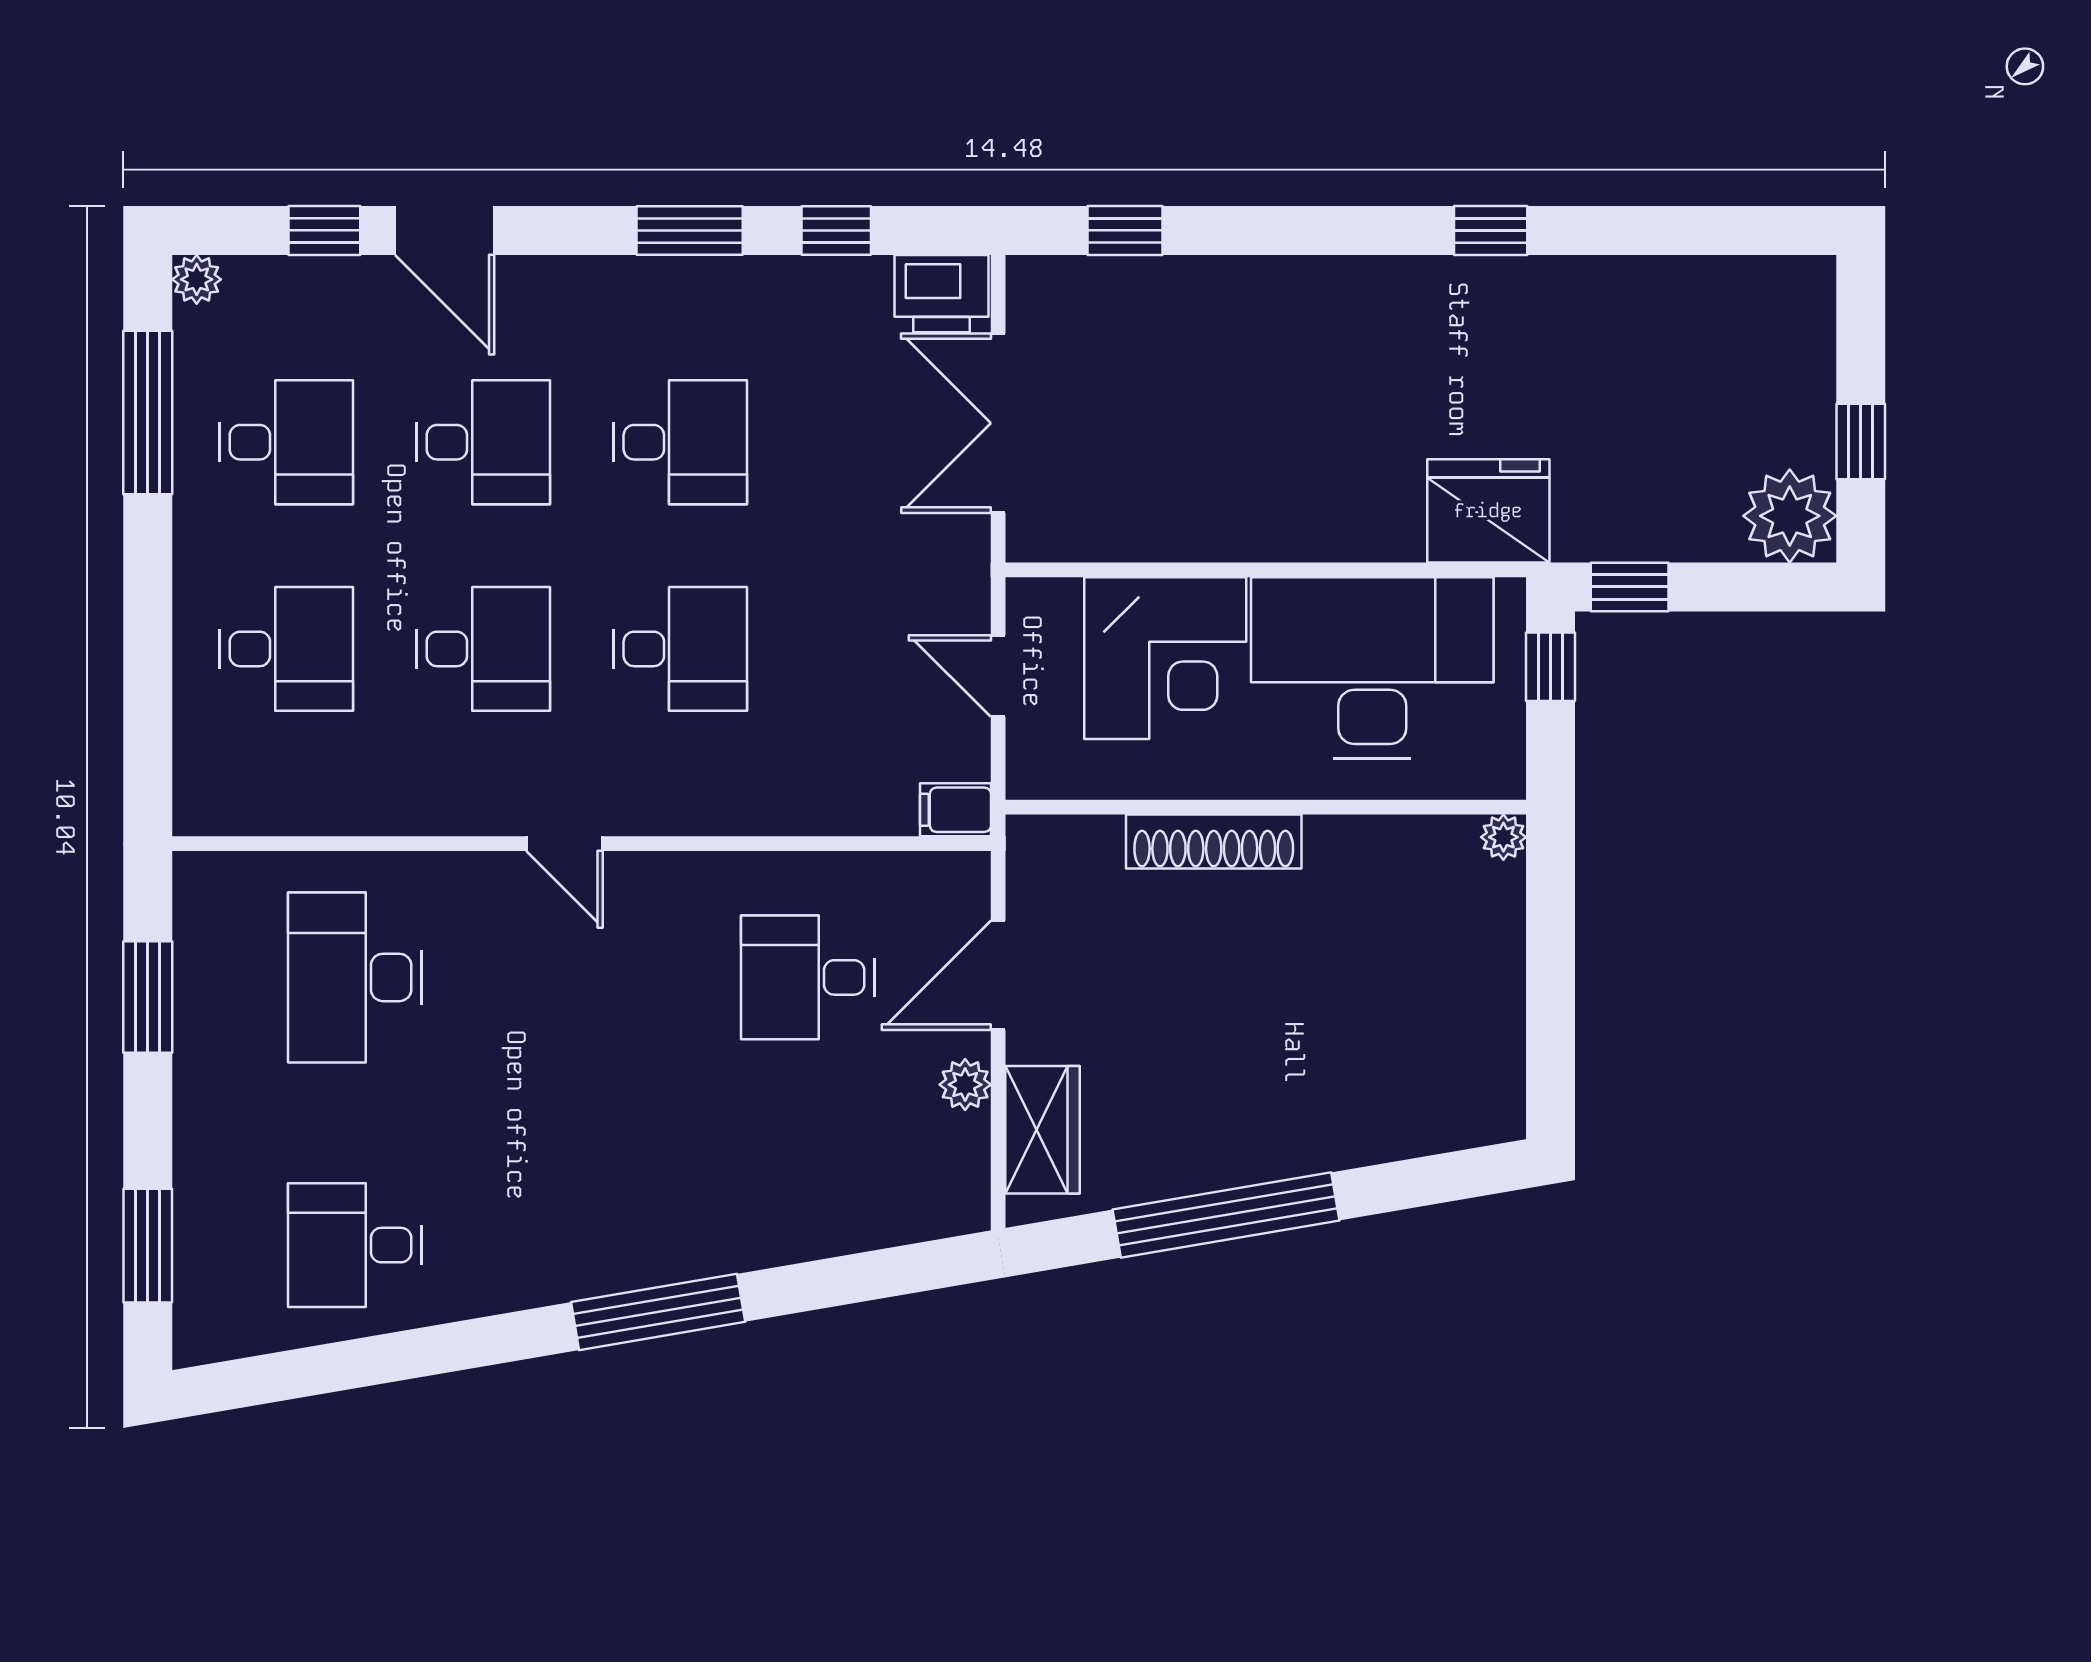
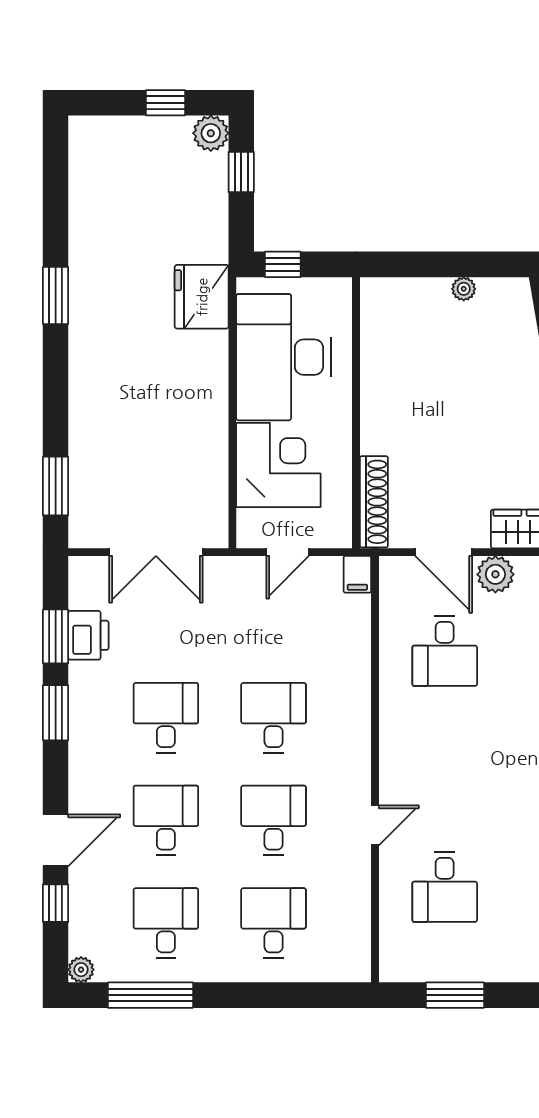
window: (836, 230) -> (56, 636), width x1.50
window: (1125, 230) -> (56, 486), width x1.50
window: (1491, 230) -> (56, 295), width x1.50
printer: (941, 294) -> (88, 635), moved
plant: (1790, 516) -> (211, 133), width x0.73, depth x0.73
window: (1630, 587) -> (241, 172), moved
plant: (1503, 837) -> (464, 289), moved
shoe rack: (1214, 841) -> (374, 502), moved
door: (565, 844) -> (375, 825), moved
desk: (355, 977) -> (445, 887), width x0.73
plant: (965, 1085) -> (495, 574), width x1.38, depth x1.38

